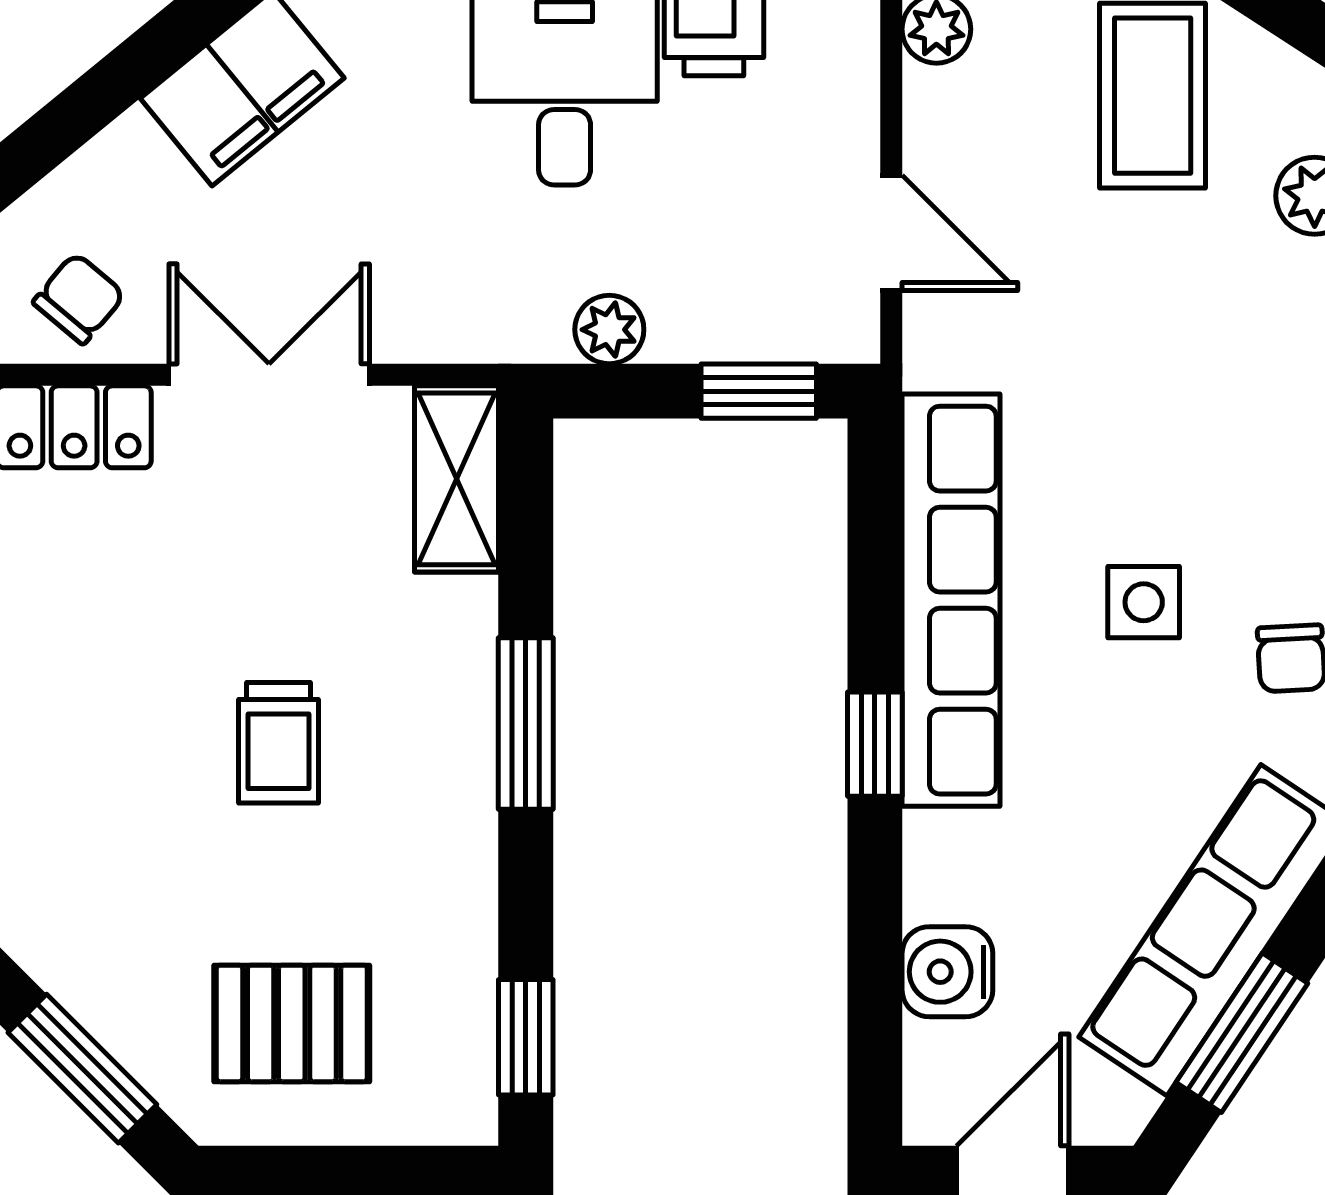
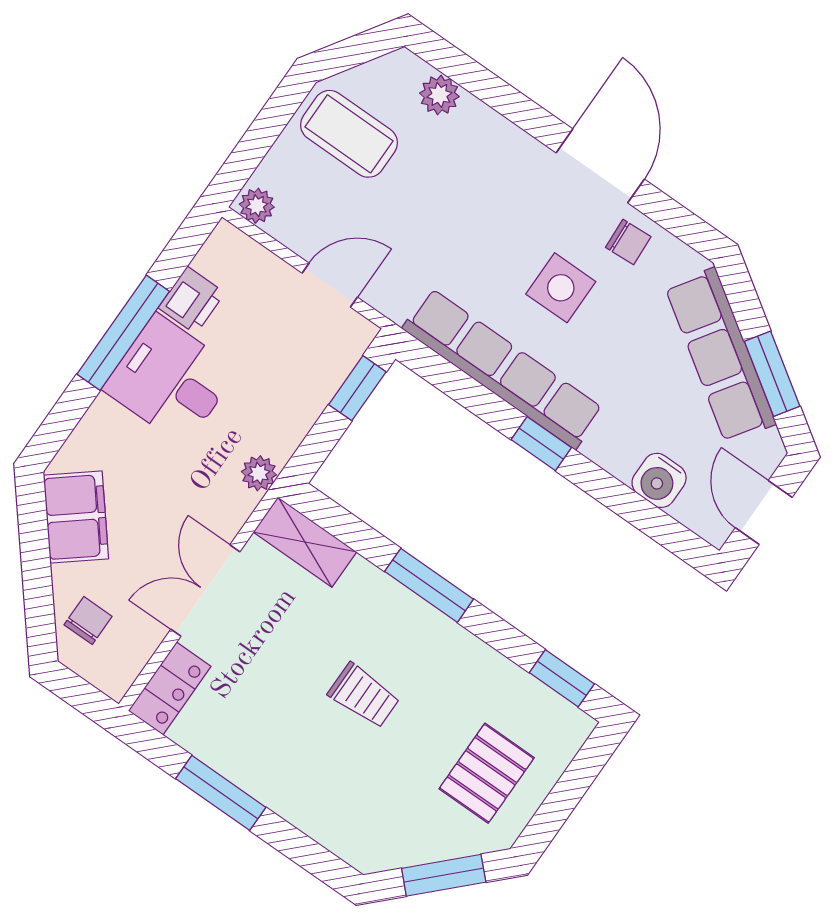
chair: (79, 298) -> (88, 621), moved, turned 50
plant: (609, 330) -> (259, 473), moved
side table: (1144, 602) -> (561, 288), width x1.37, depth x1.37

